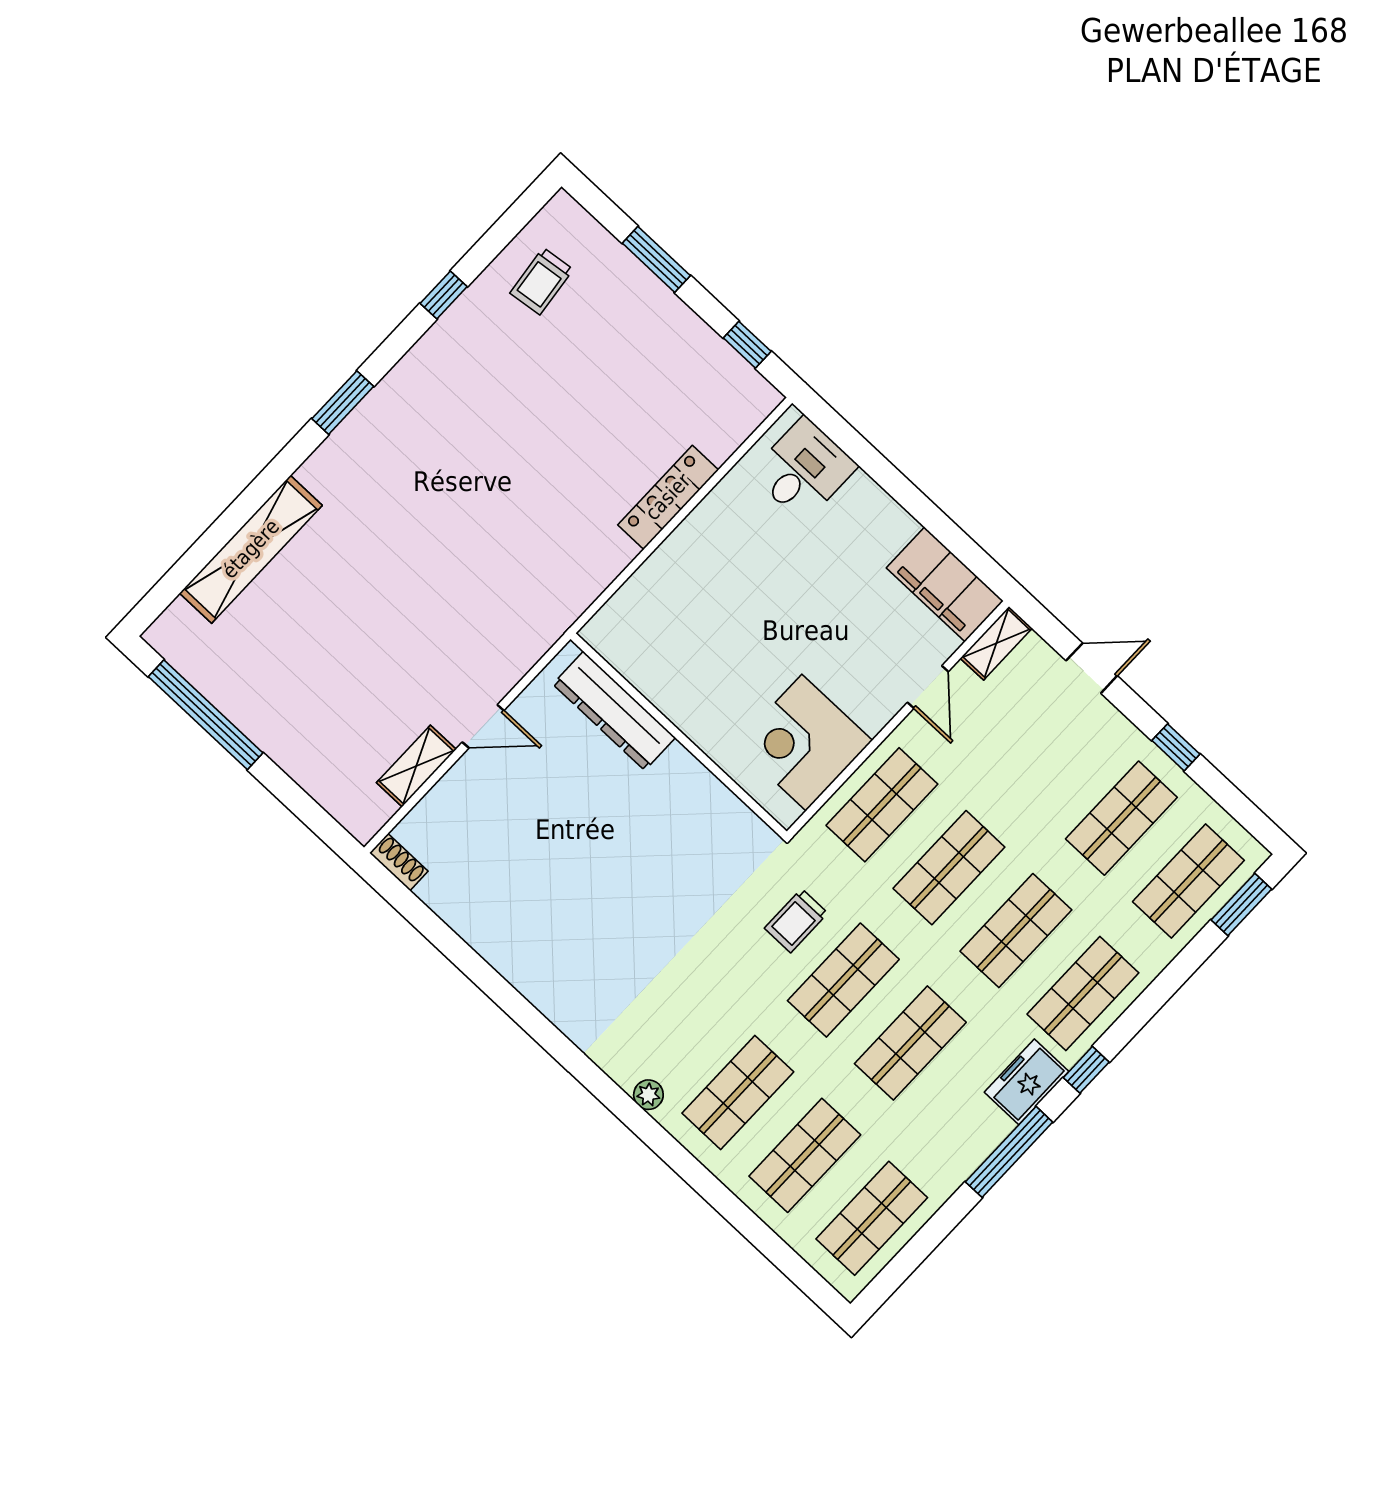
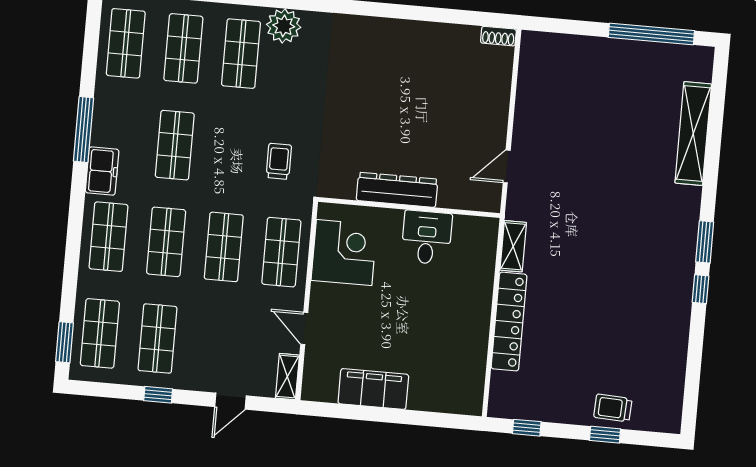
window: (656, 259) -> (605, 435), width x0.67
trolley: (541, 281) -> (613, 408), moved, turned -80
window: (444, 295) -> (700, 289), moved
desk: (804, 470) -> (427, 237), moved, turned 180
locker: (668, 497) -> (509, 322), width x1.41, depth x1.21
filing cabinet: (945, 584) -> (373, 389), moved
dresser: (614, 711) -> (397, 190), moved
door: (483, 726) -> (507, 166), moved
shelving: (416, 766) -> (513, 246), moved
shop shelf: (843, 980) -> (232, 150), removed
window: (1086, 1070) -> (77, 200), removed
plant: (648, 1095) -> (284, 26), width x1.88, depth x1.88

